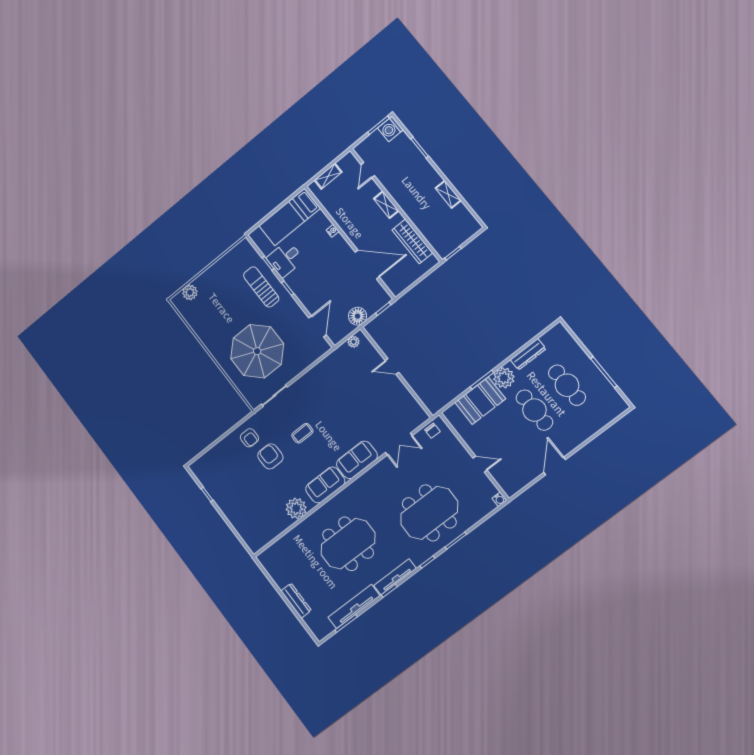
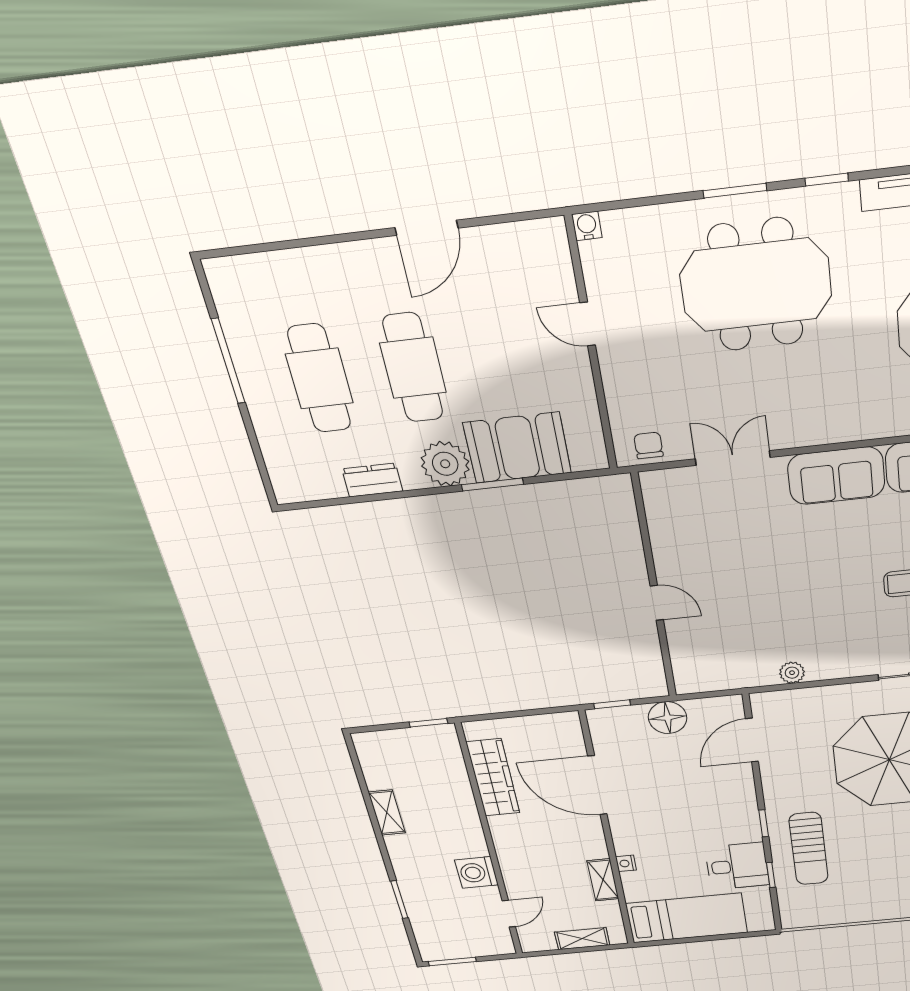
washing machine: (390, 129) -> (476, 872), moved, turned 180
shelving: (386, 205) -> (603, 880), moved
plant: (353, 342) -> (792, 673), moved
dresser: (528, 354) -> (372, 480), width x0.70

